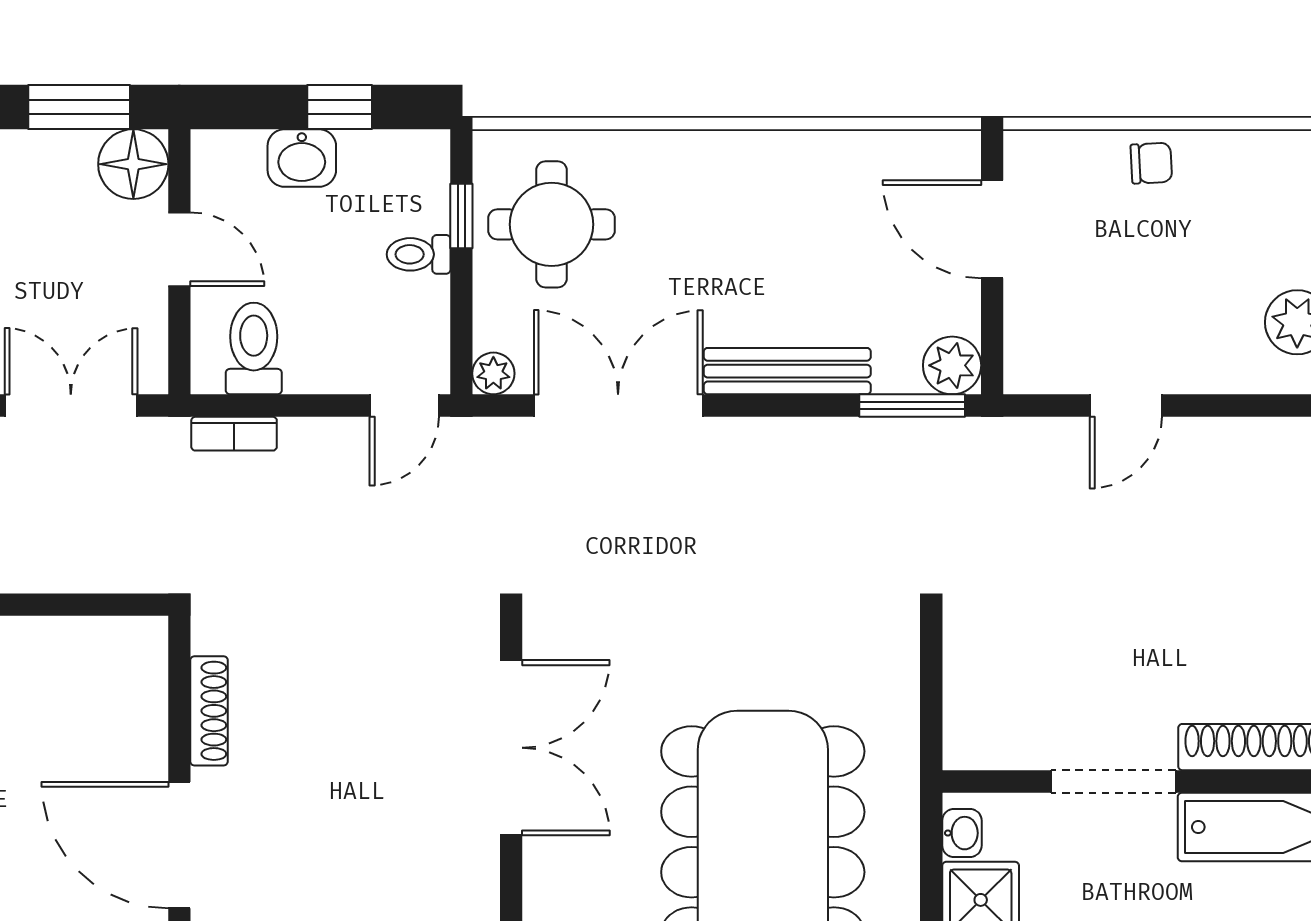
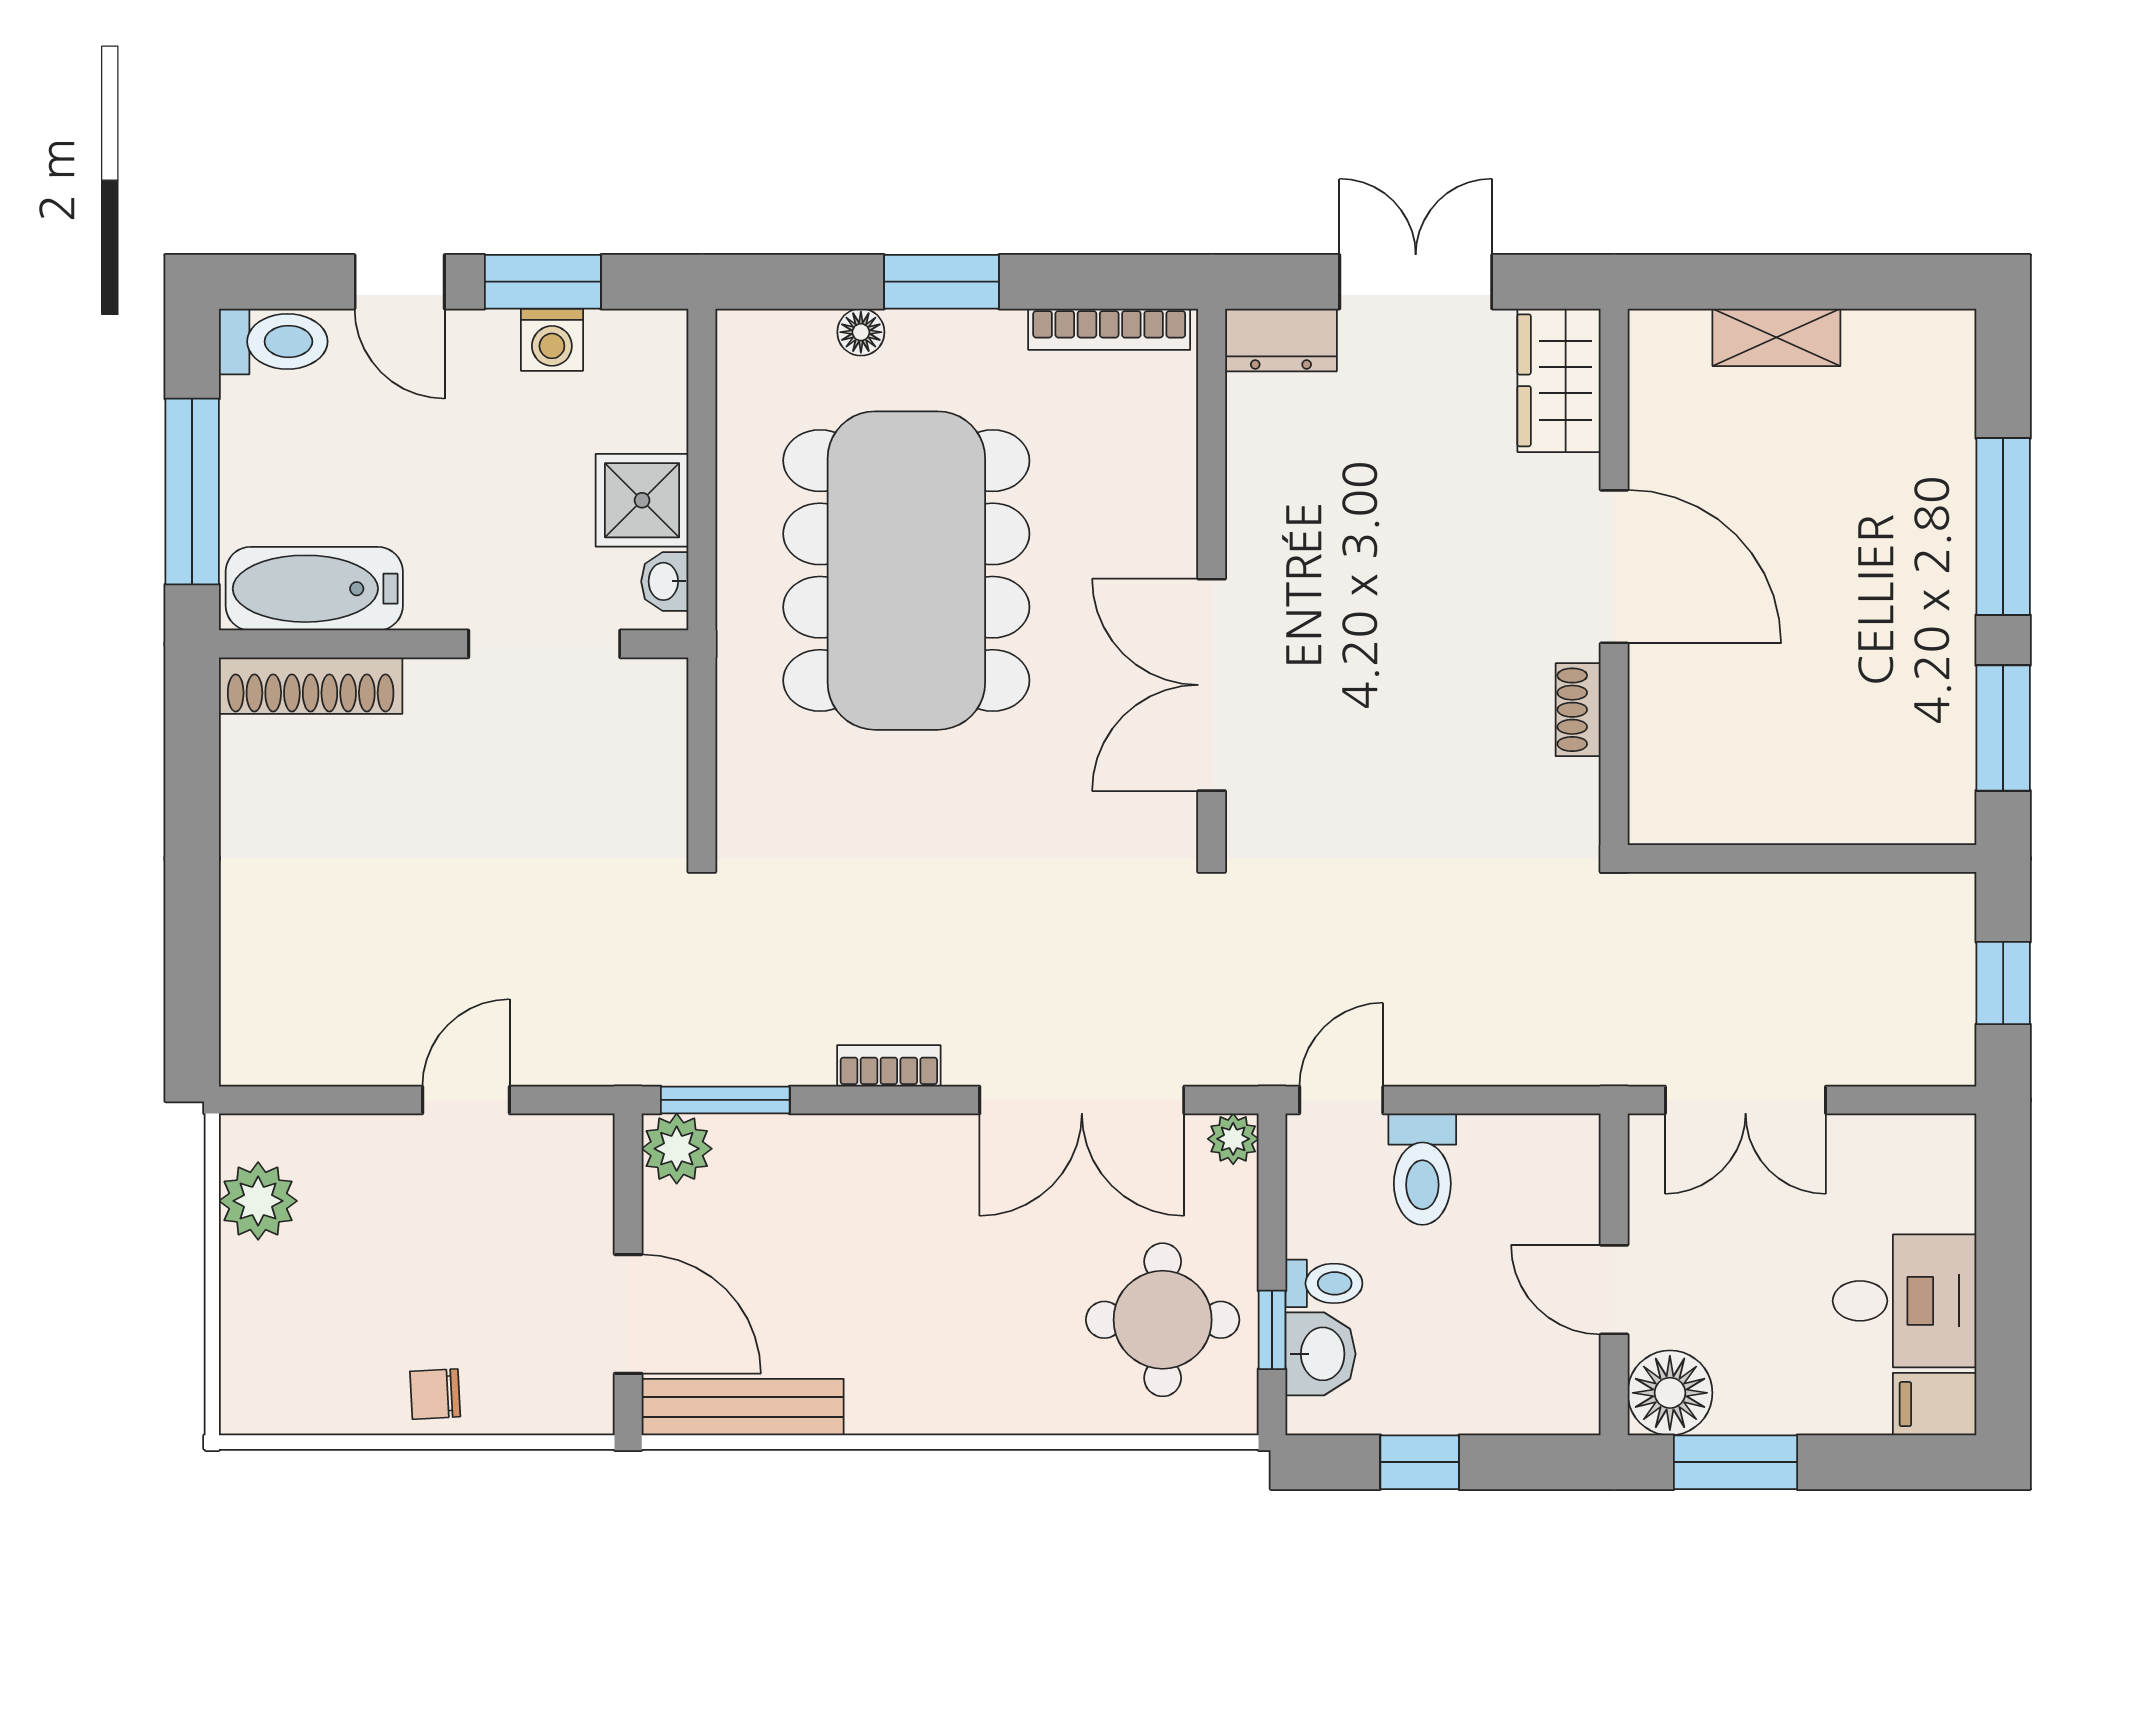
washbasin: (302, 158) -> (1321, 1354), moved, turned 90
toilet: (254, 348) -> (1422, 1169), moved
bench: (787, 371) -> (743, 1407), moved
bookcase: (234, 434) -> (889, 1066), moved
shoe rack: (209, 711) -> (1578, 710), width x0.70
doorway: (1113, 781) -> (544, 644), moved

